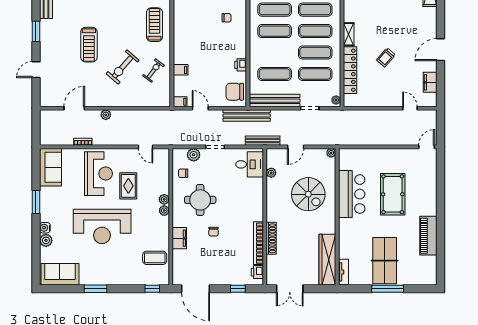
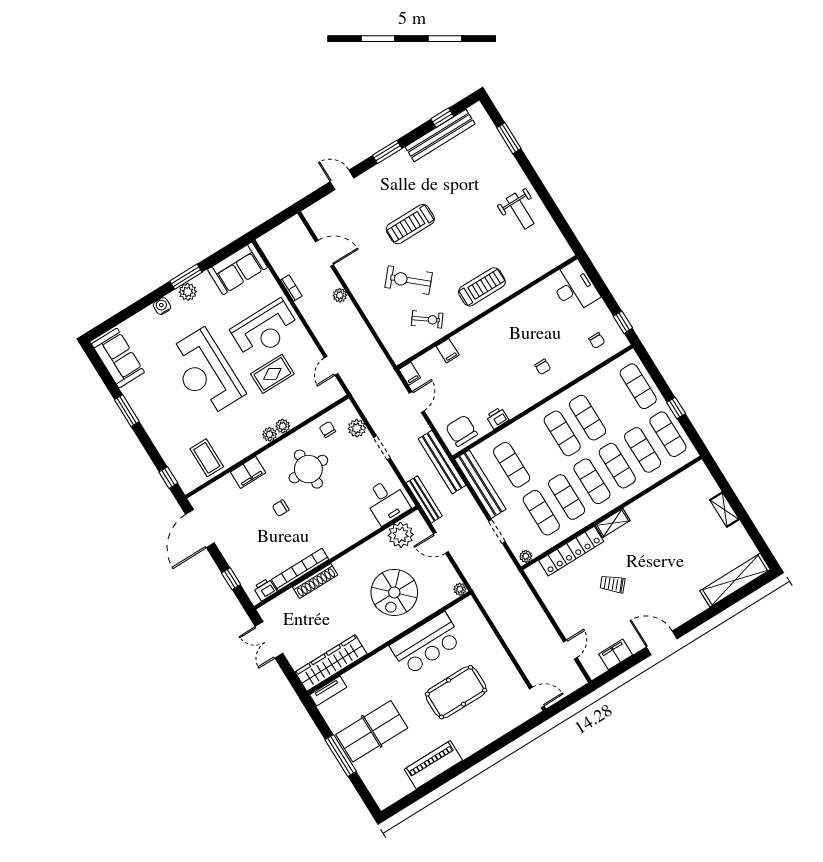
plant: (271, 173) -> (401, 535), width x1.88, depth x1.88
plant: (46, 240) -> (188, 292), moved

